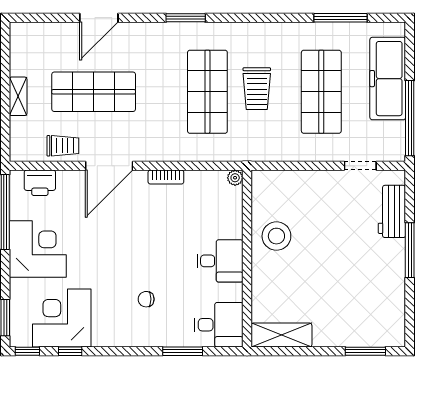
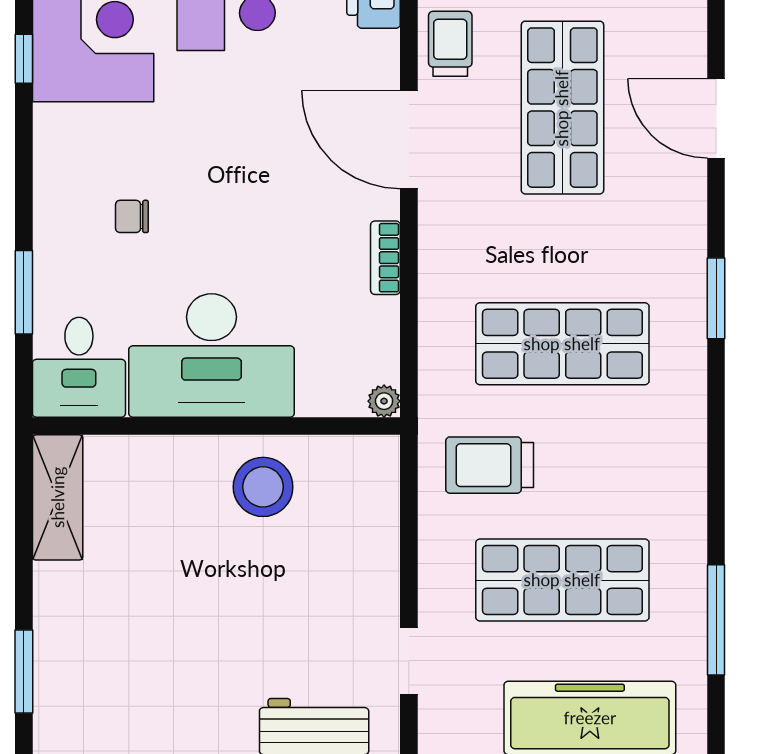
trolley: (257, 89) -> (490, 465), moved
trolley: (63, 146) -> (450, 44), turned 180
desk: (220, 261) -> (211, 355), width x1.87, depth x1.30
chair: (146, 299) -> (132, 216), turned -90

